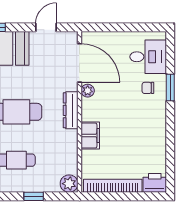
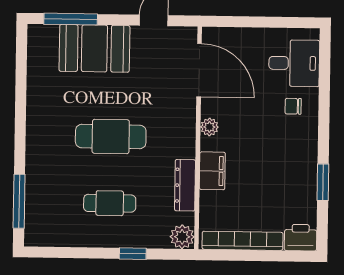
window: (170, 87) -> (323, 182), moved
plant: (88, 91) -> (209, 127), moved
dresser: (71, 110) -> (185, 185), moved

